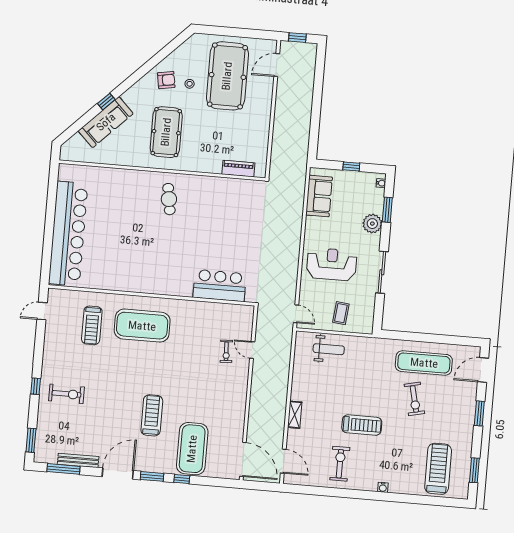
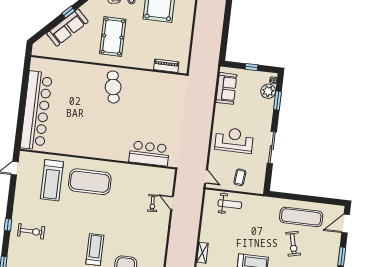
cafe table: (169, 199) -> (113, 87), width x1.37, depth x1.35
plant: (372, 224) -> (268, 91), moved
treadmill: (92, 325) -> (52, 180), width x1.37, depth x1.38

